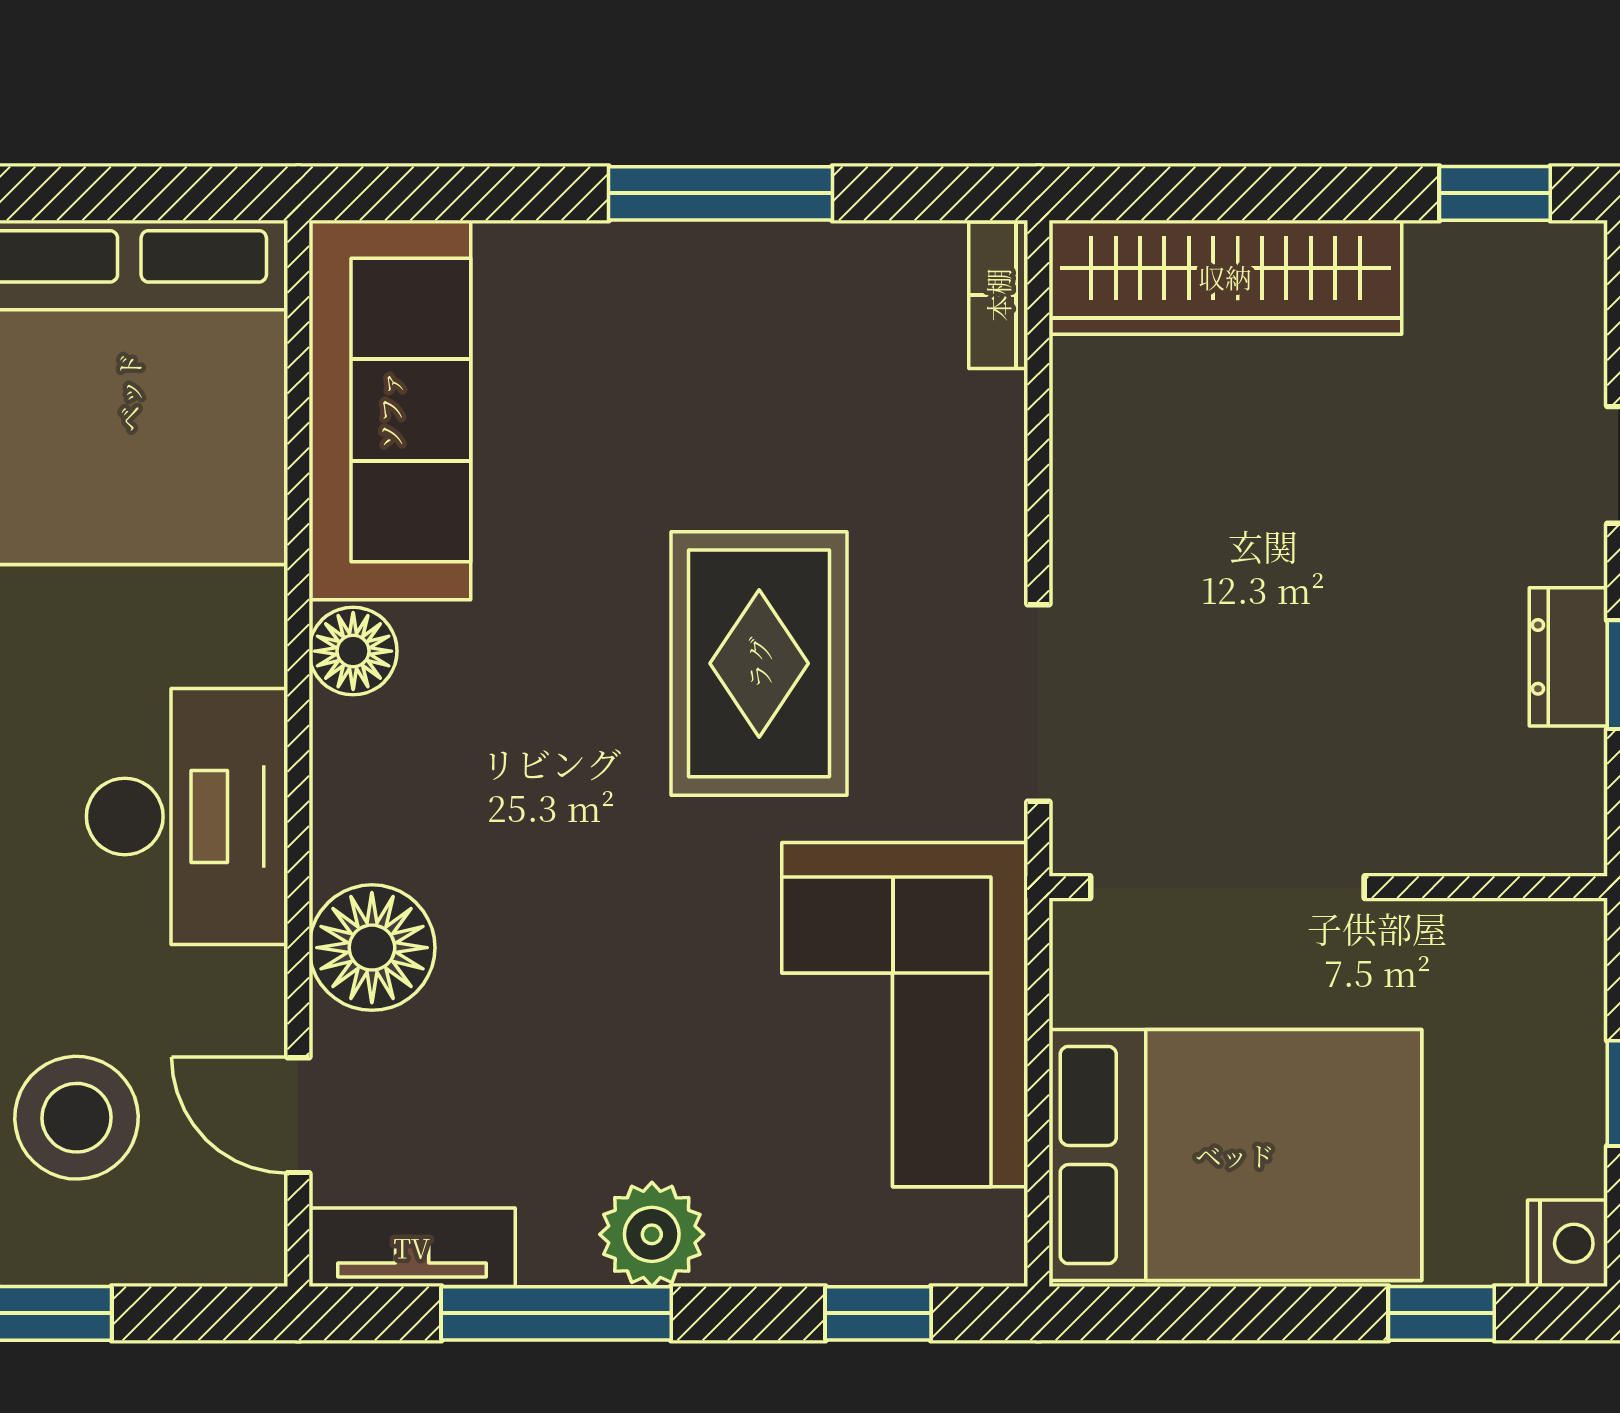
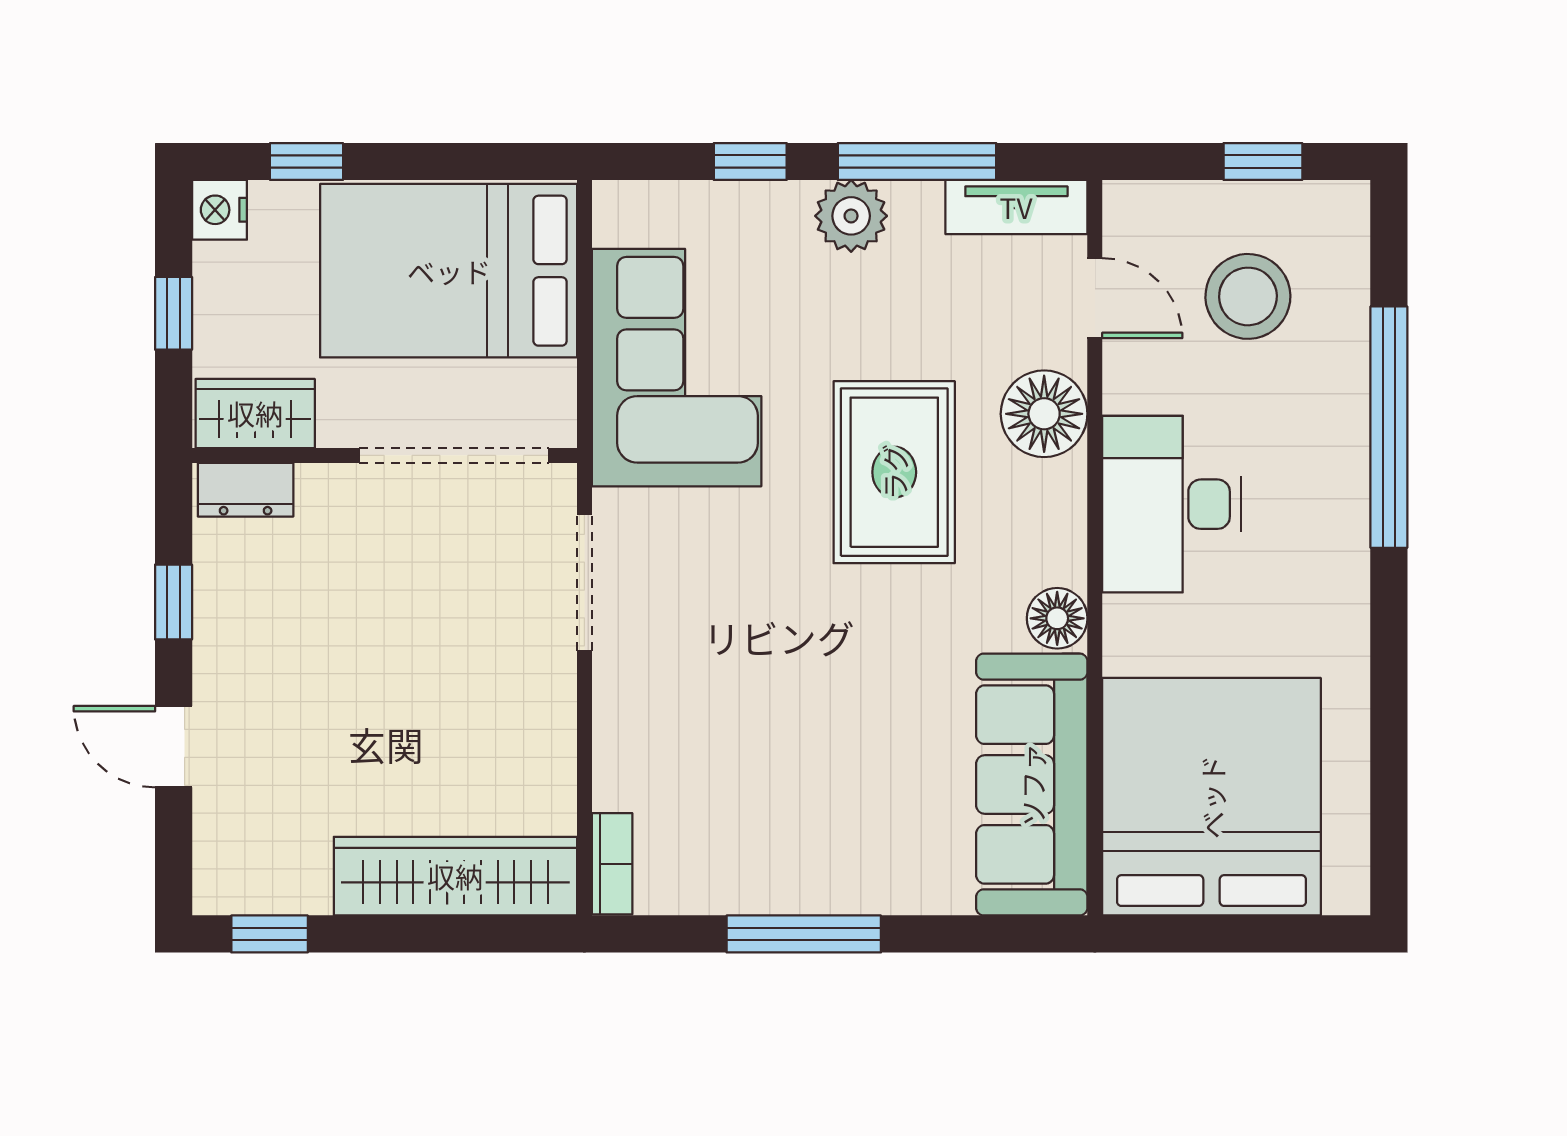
dresser: (1568, 657) -> (246, 490), moved, turned 90
rug: (759, 663) -> (894, 472), moved
wardrobe: (1516, 948) -> (255, 413), added
window: (878, 1313) -> (750, 161), moved

